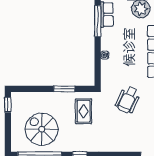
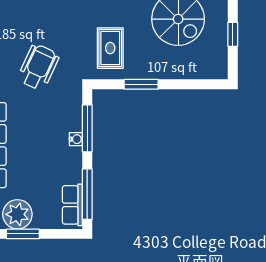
window: (98, 62) -> (87, 128), added
window: (8, 105) -> (233, 34), moved

